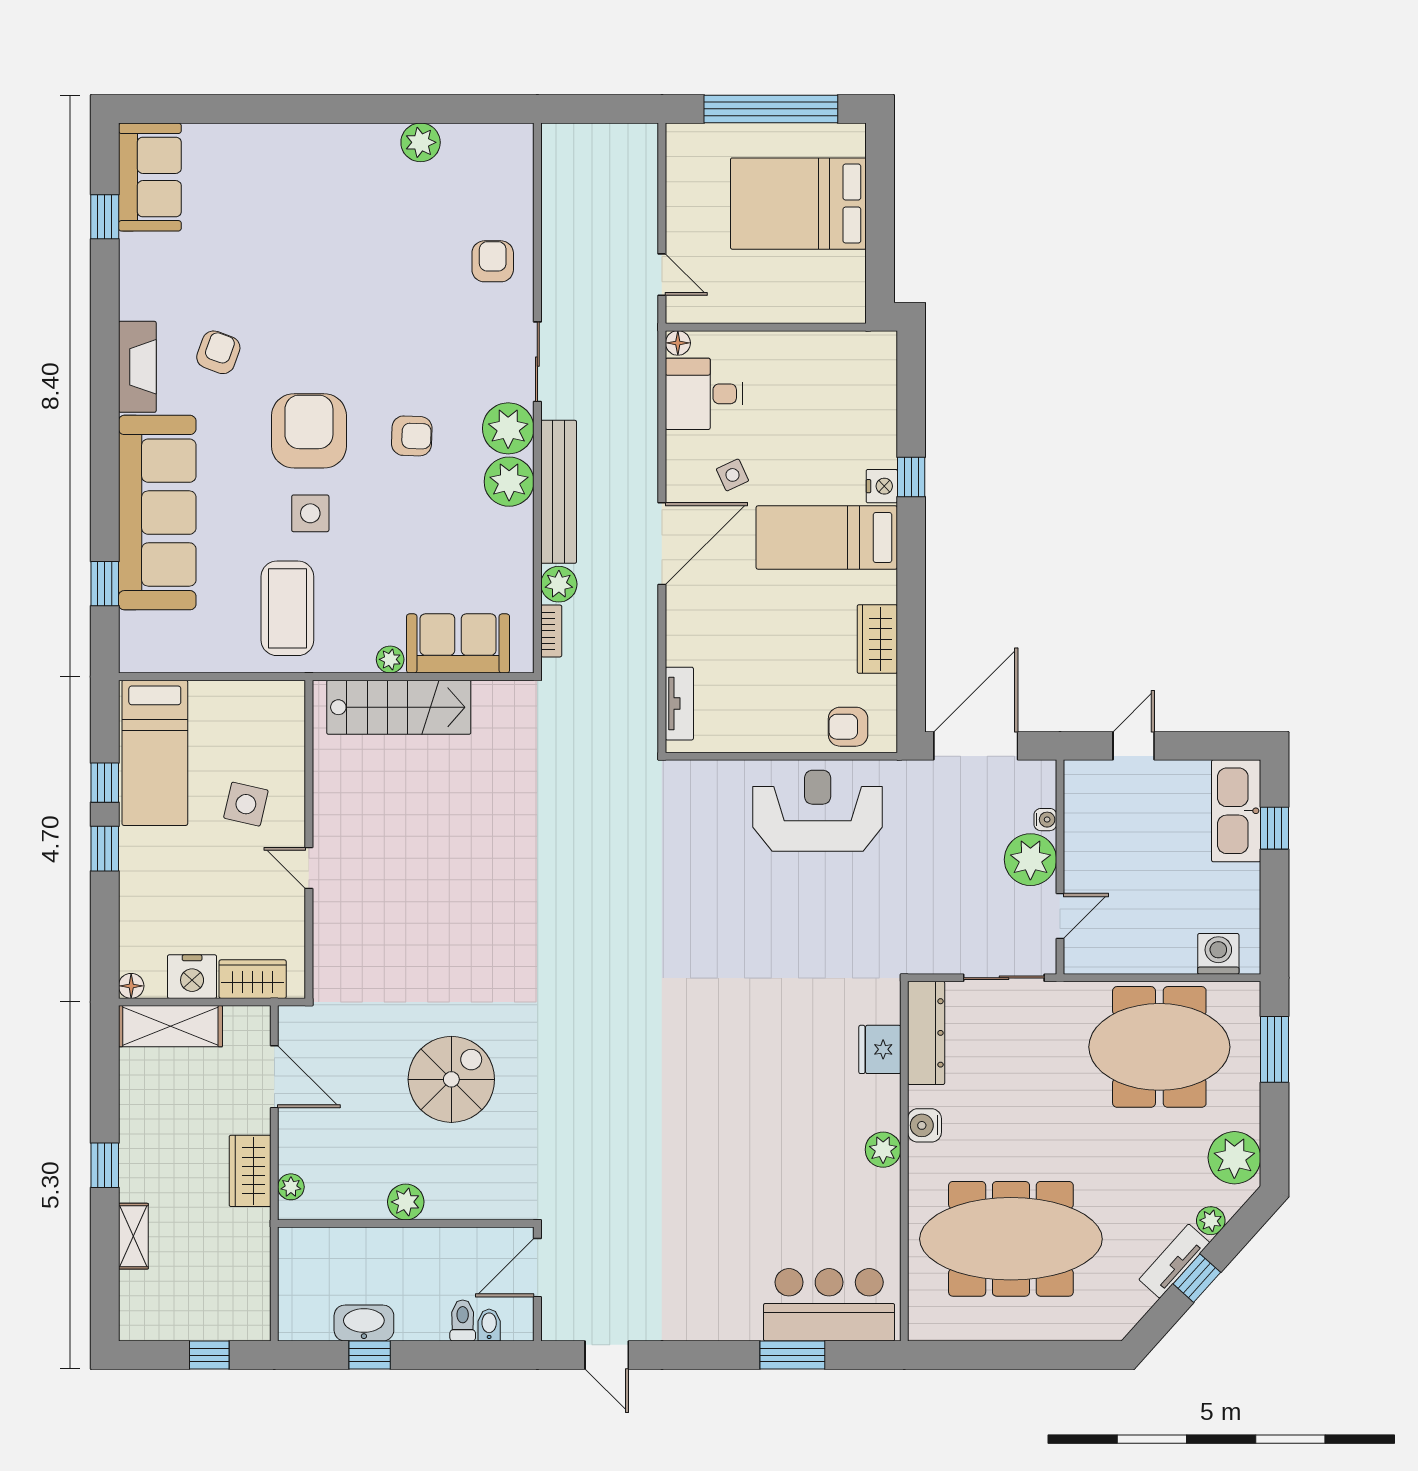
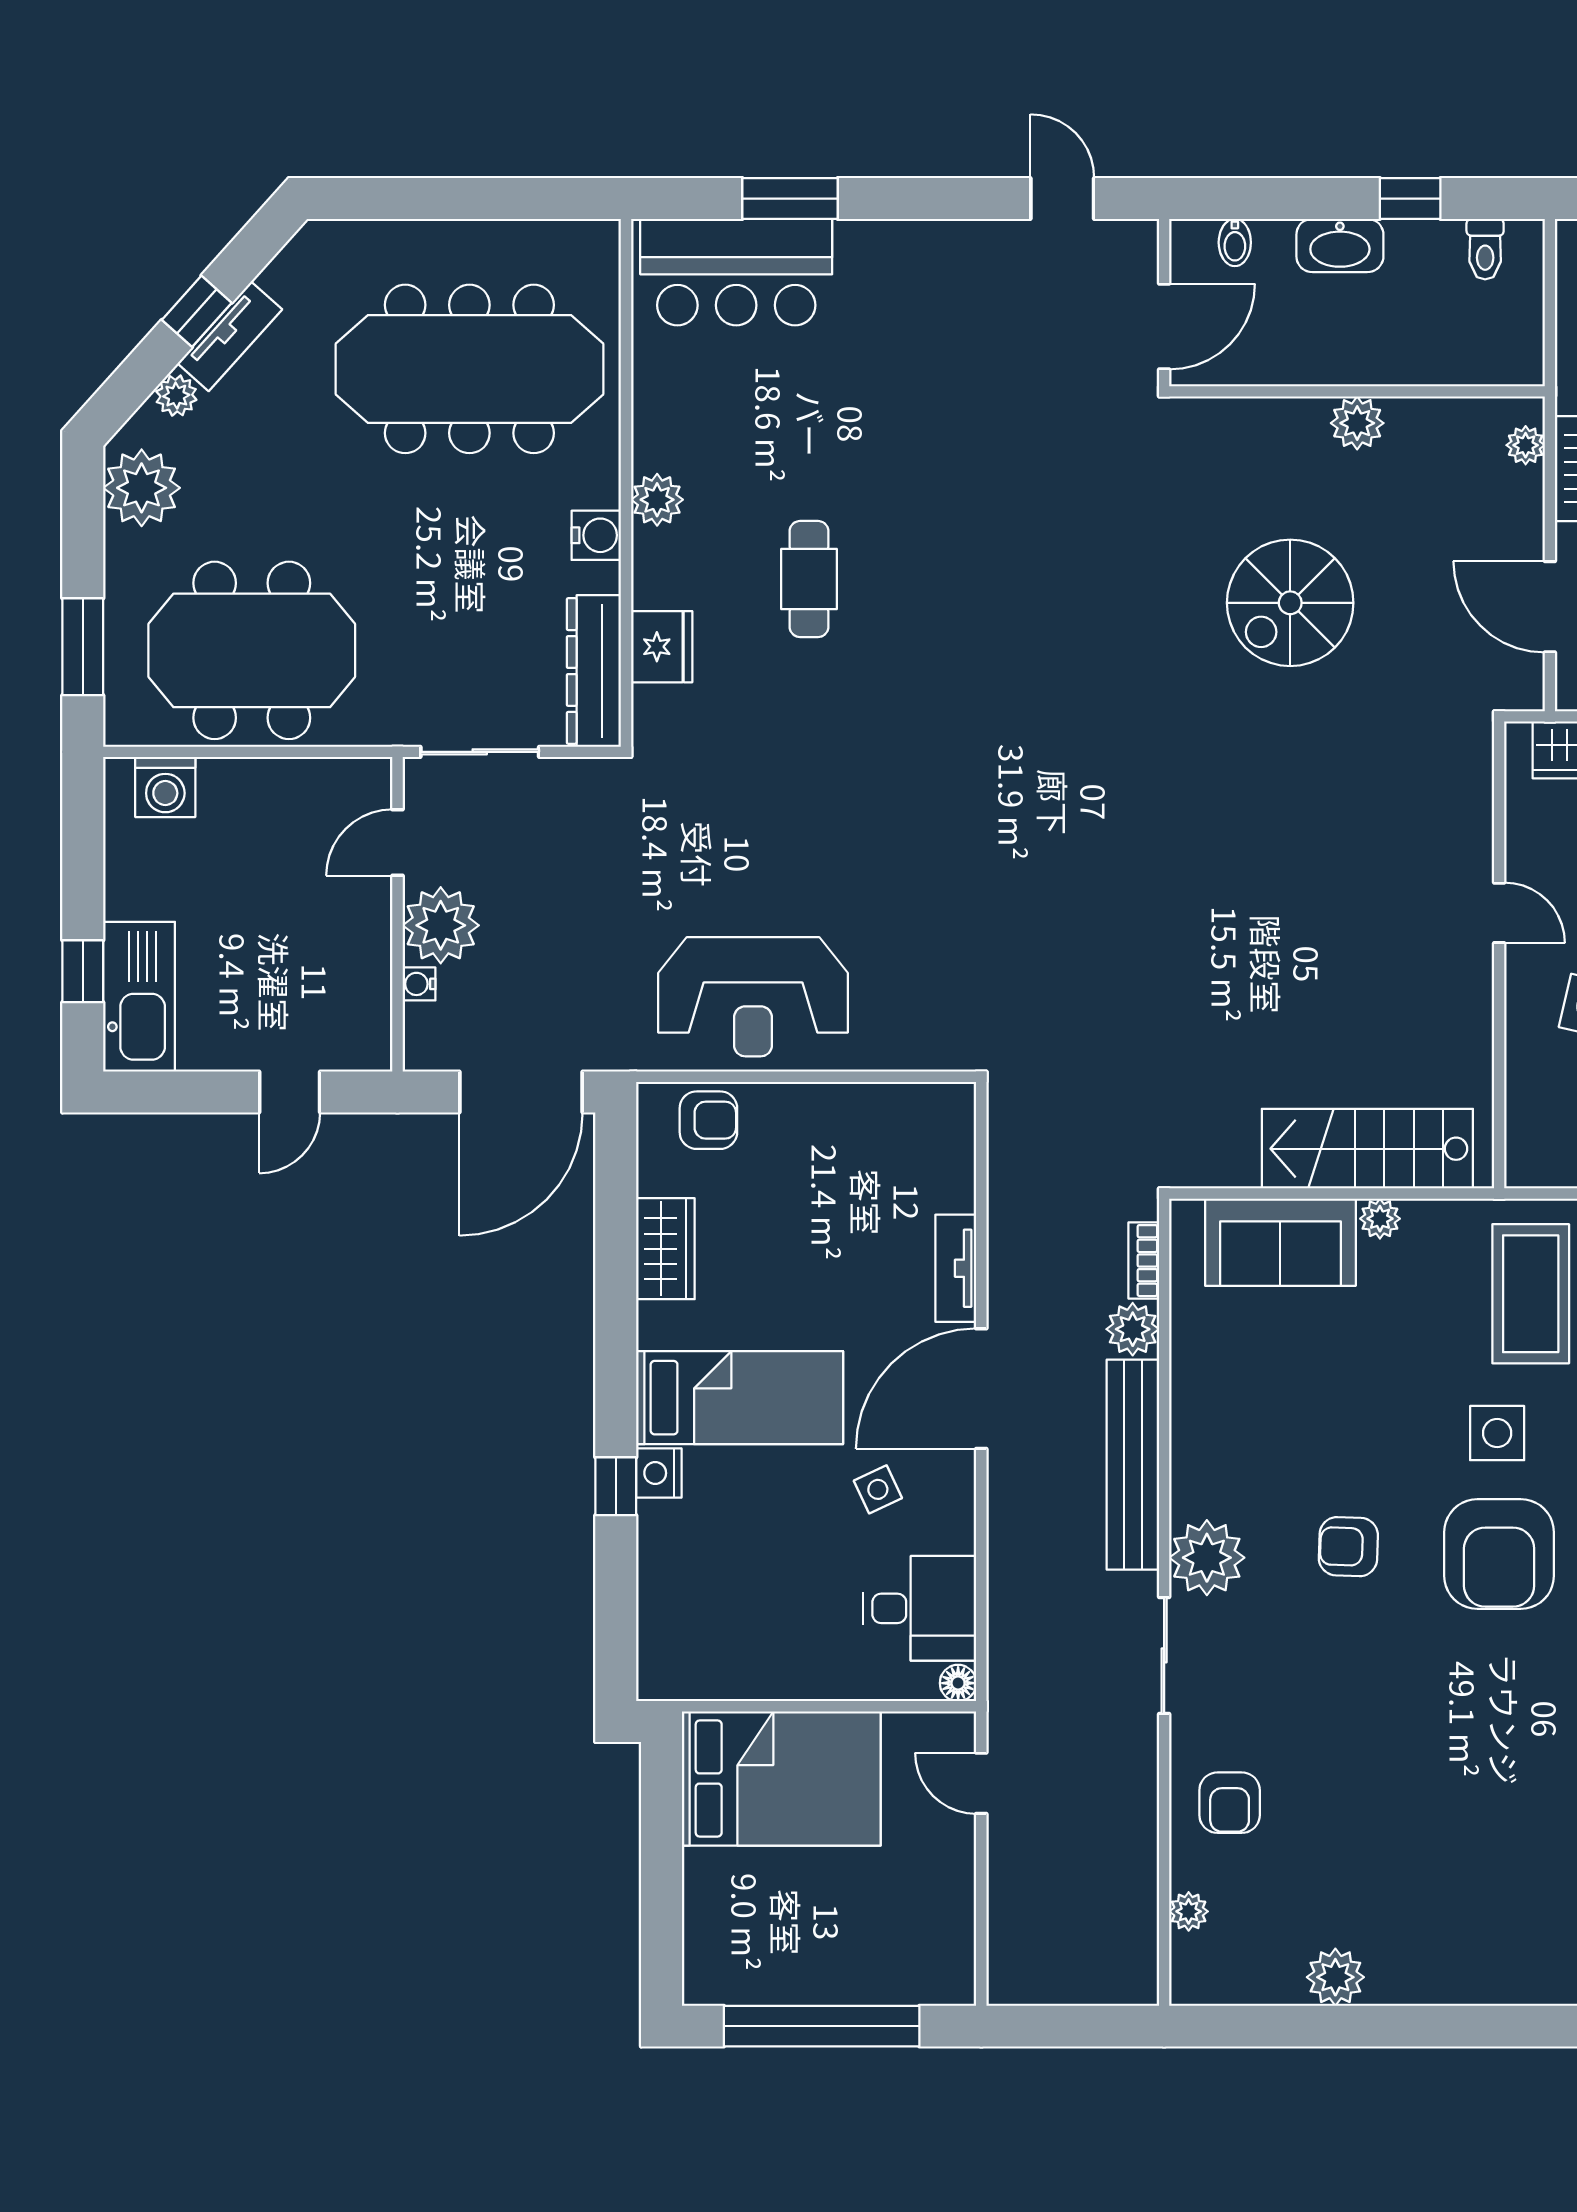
bed: (798, 204) -> (781, 1778), moved
plant: (509, 482) -> (1189, 1911), moved, width x0.53, depth x0.53
tv unit: (679, 704) -> (956, 1268), moved
cafe table: (779, 1096) -> (809, 579), added
toilet: (463, 1321) -> (1485, 249), moved
washbasin: (364, 1323) -> (1340, 245), moved

